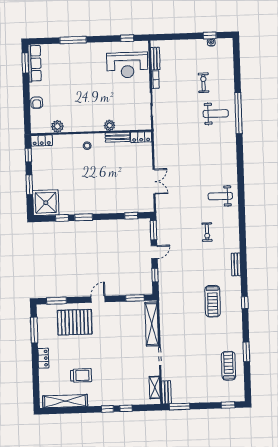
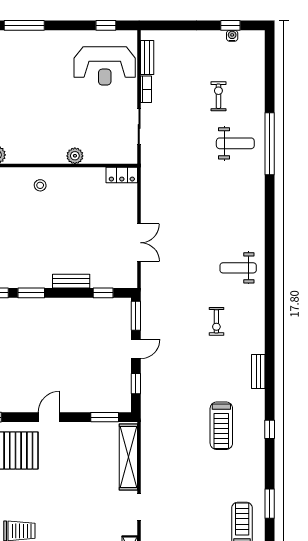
bench: (118, 137) -> (71, 281), moved

